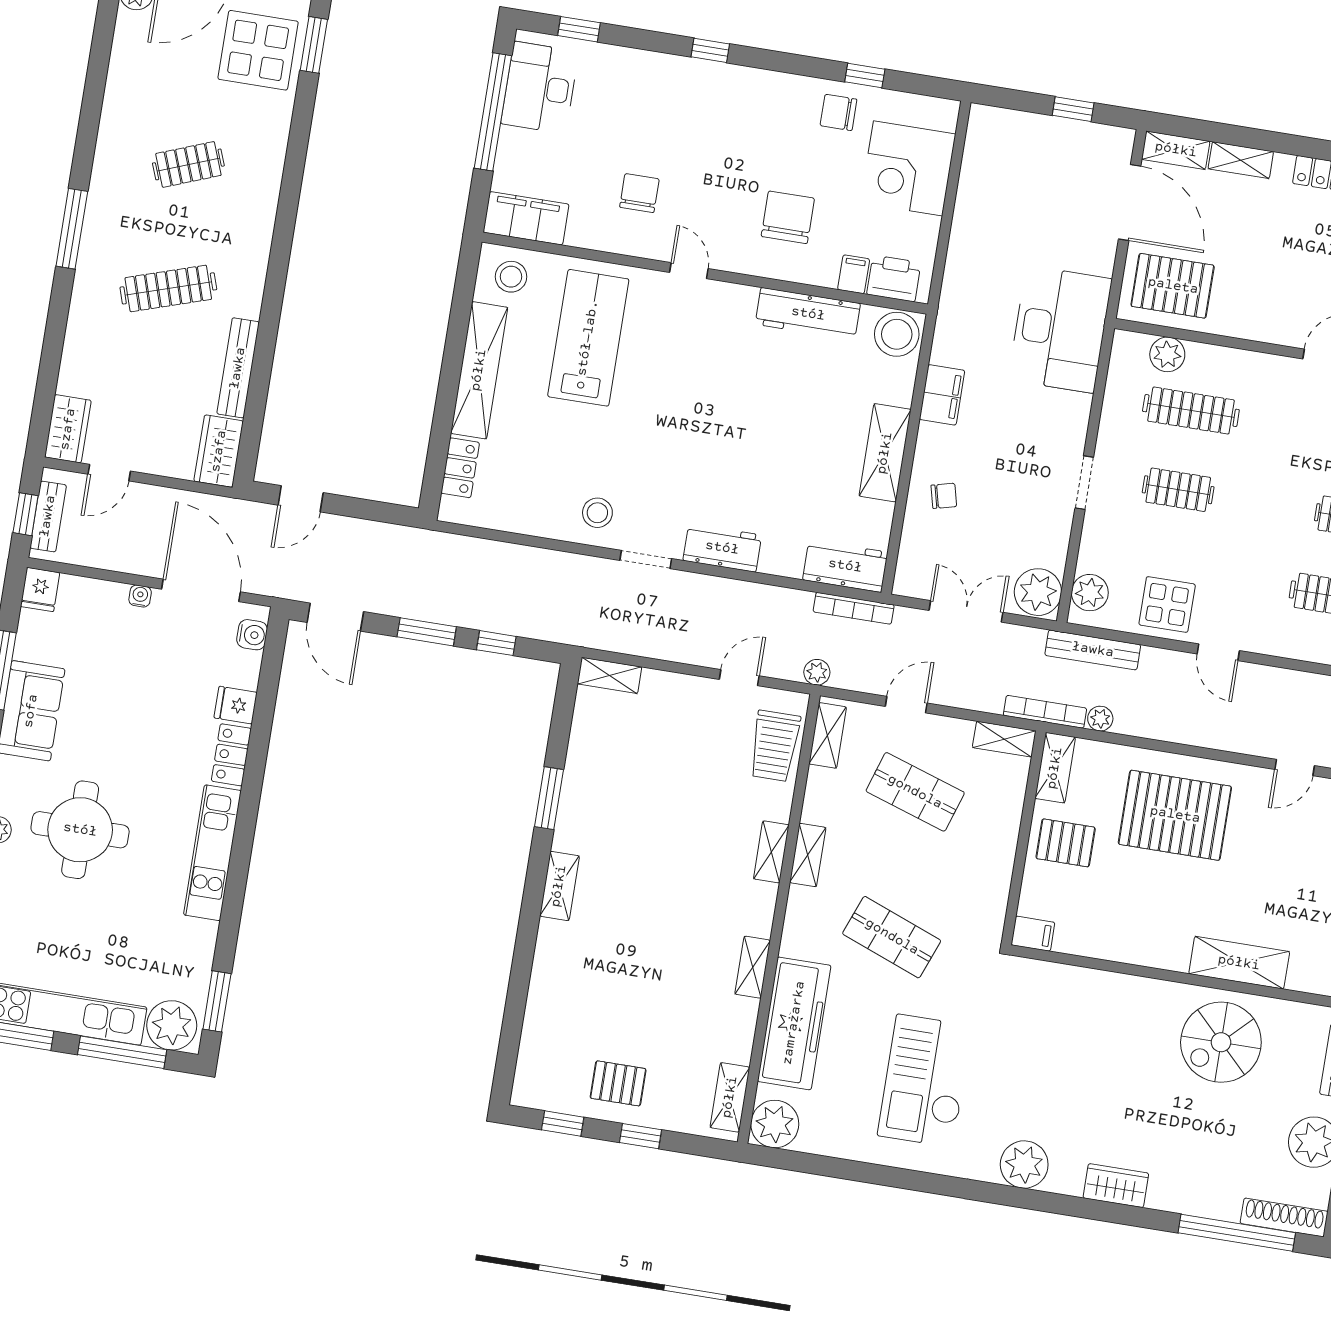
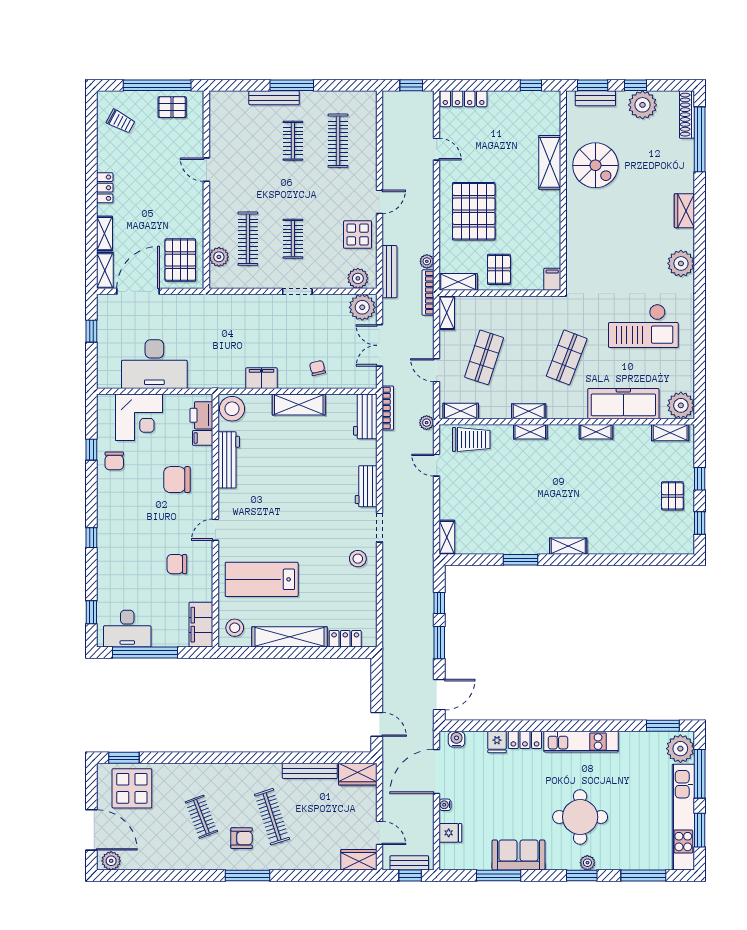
armchair: (139, 229) -> (242, 838), added
desk: (1060, 329) -> (154, 364), moved, turned 180
fridge: (40, 589) -> (450, 833), moved

